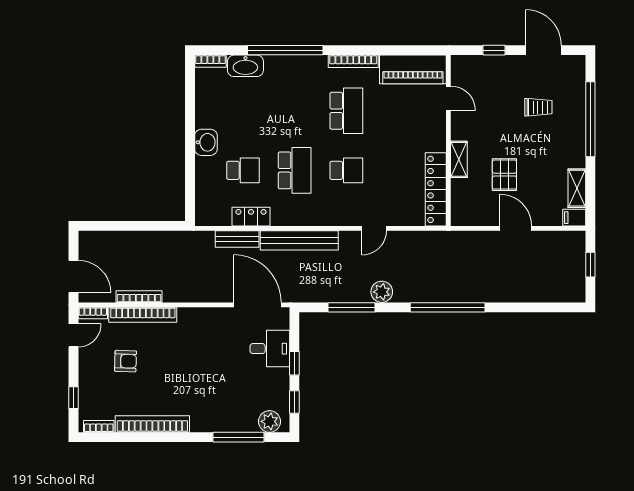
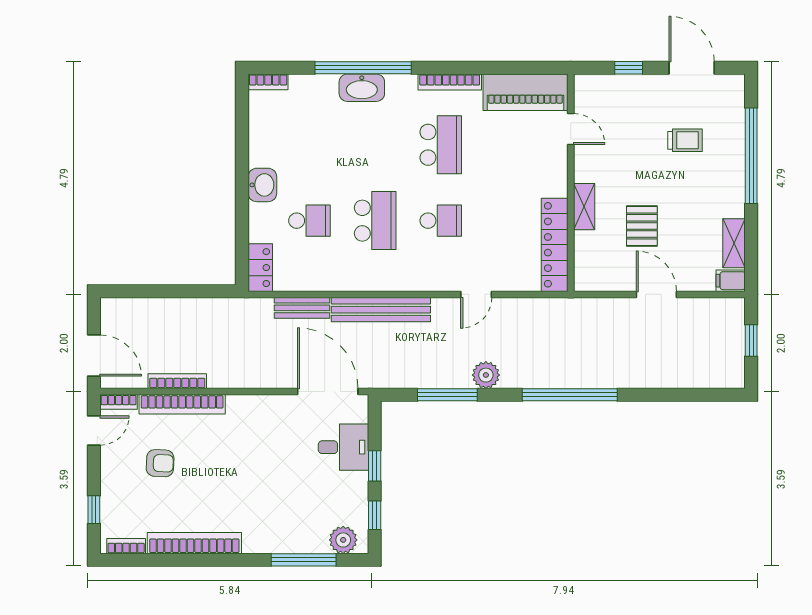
washbasin: (245, 66) -> (362, 88), moved
locker: (251, 217) -> (260, 268), moved, turned 90

